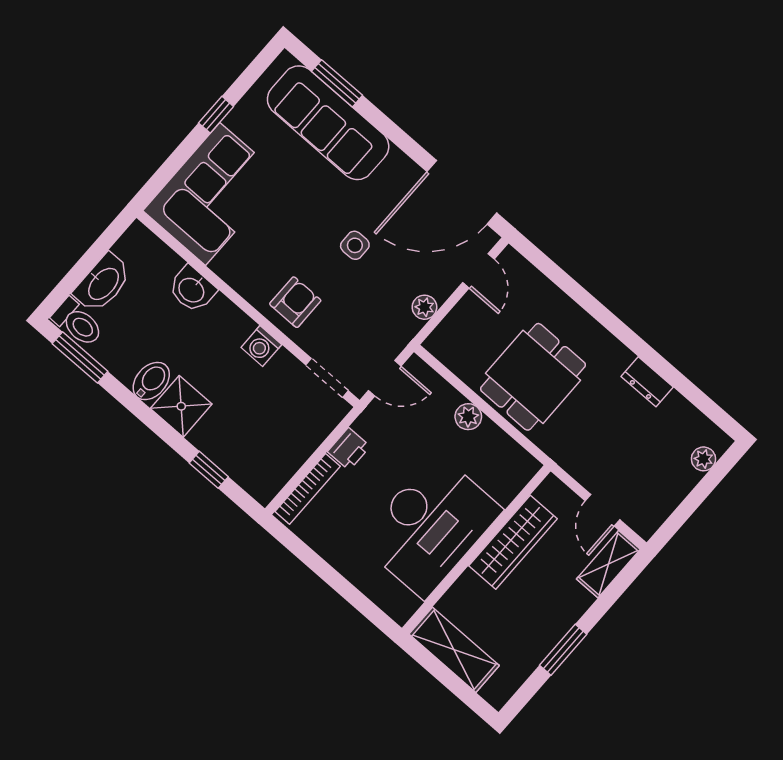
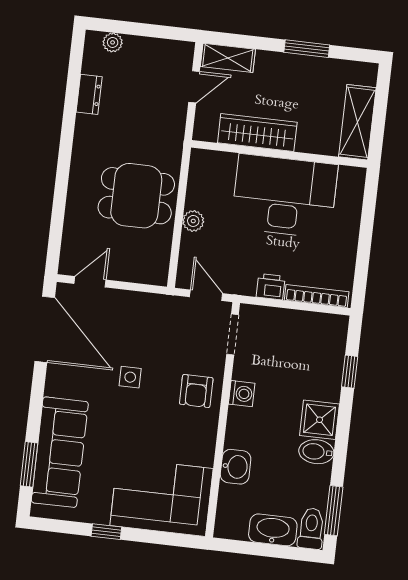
armchair: (295, 302) -> (196, 391), turned -90
plant: (424, 307) -> (140, 301), removed
dresser: (647, 382) -> (89, 94), moved

